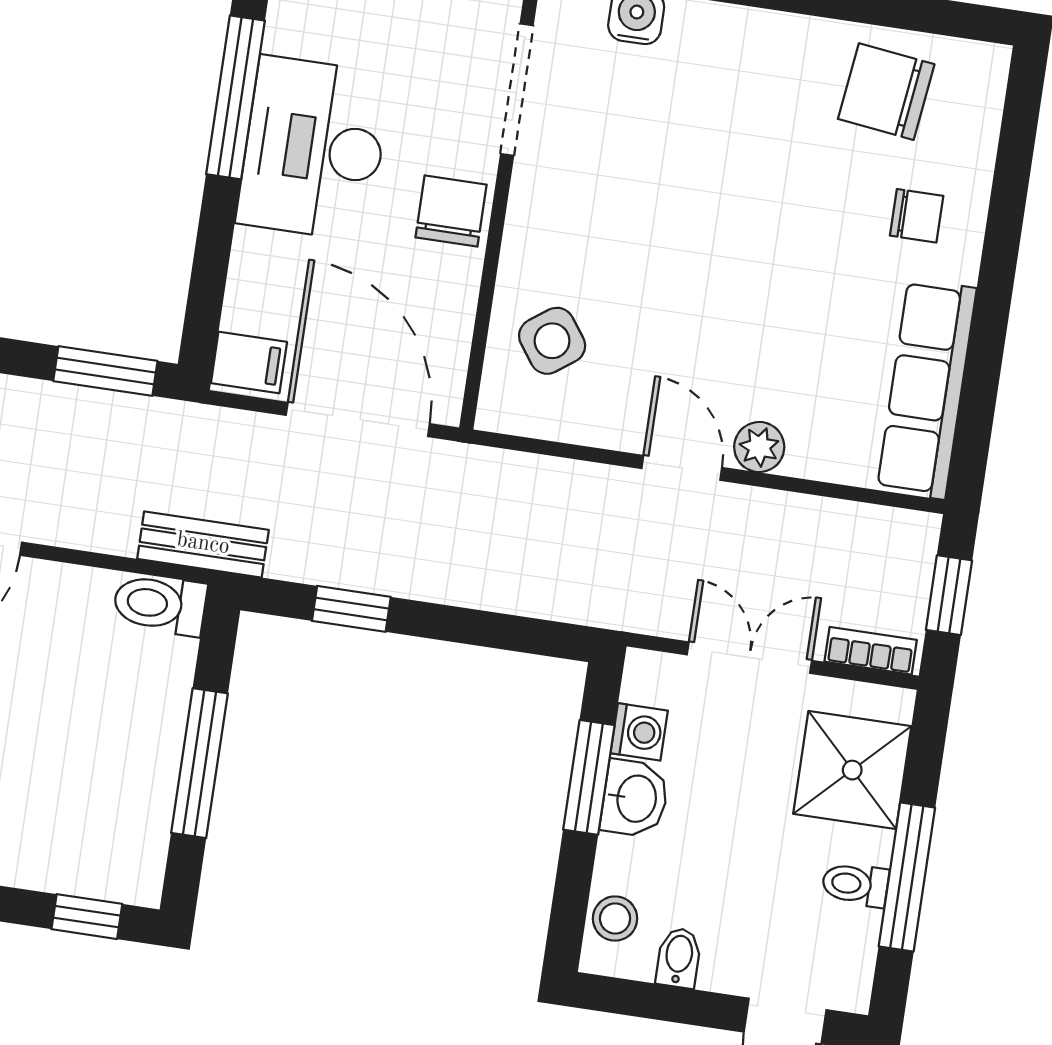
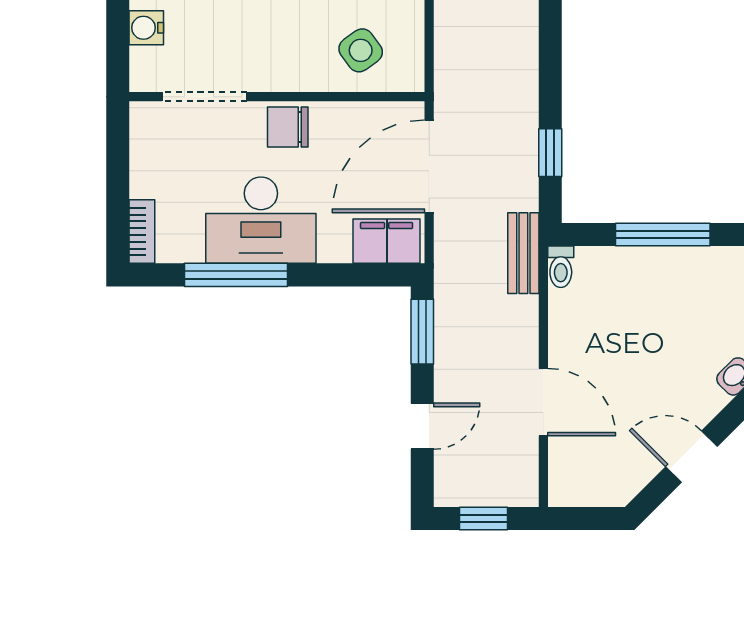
filing cabinet: (249, 362) -> (387, 241), width x2.00
toilet: (160, 604) -> (561, 267), width x0.73, depth x0.72

